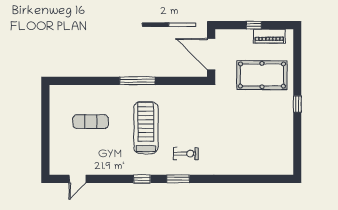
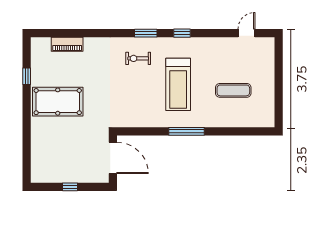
piano: (269, 36) -> (67, 44), moved, turned 180
pool table: (262, 75) -> (58, 102), moved
window: (297, 104) -> (27, 76), moved

